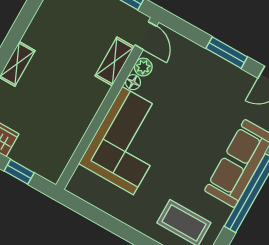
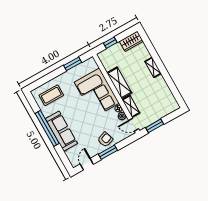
armchair: (206, 72) -> (105, 139), added
shelving: (84, 110) -> (119, 83), added
window: (101, 218) -> (73, 64), added

